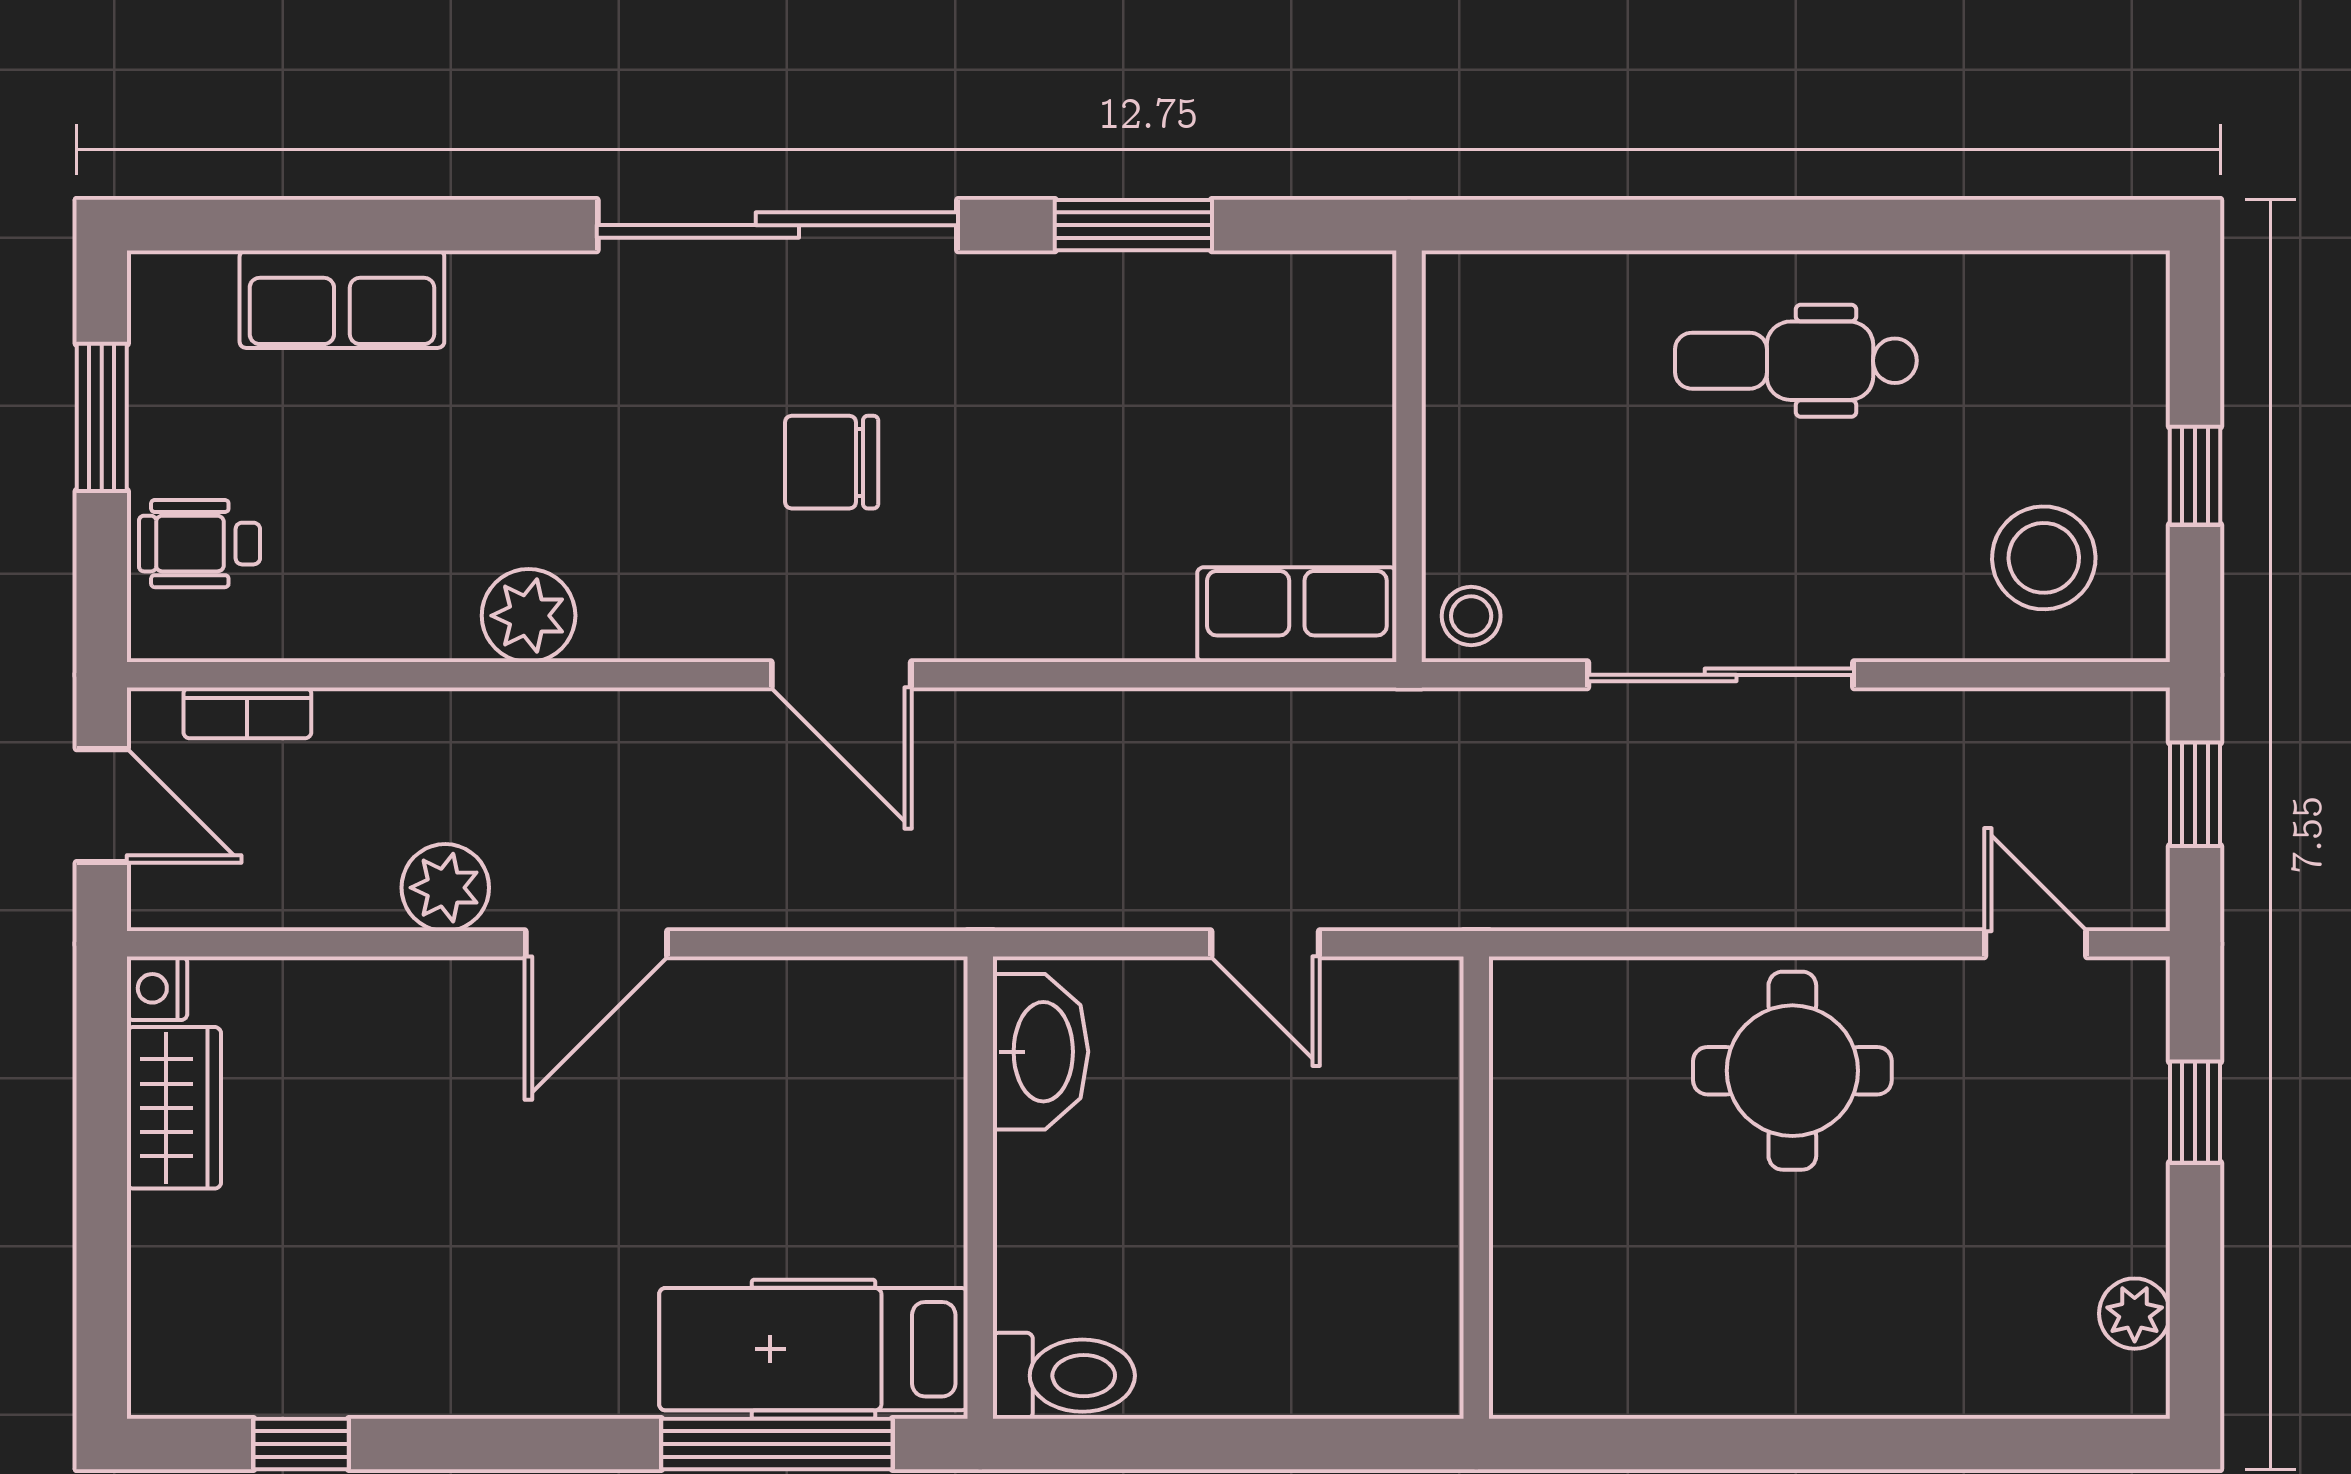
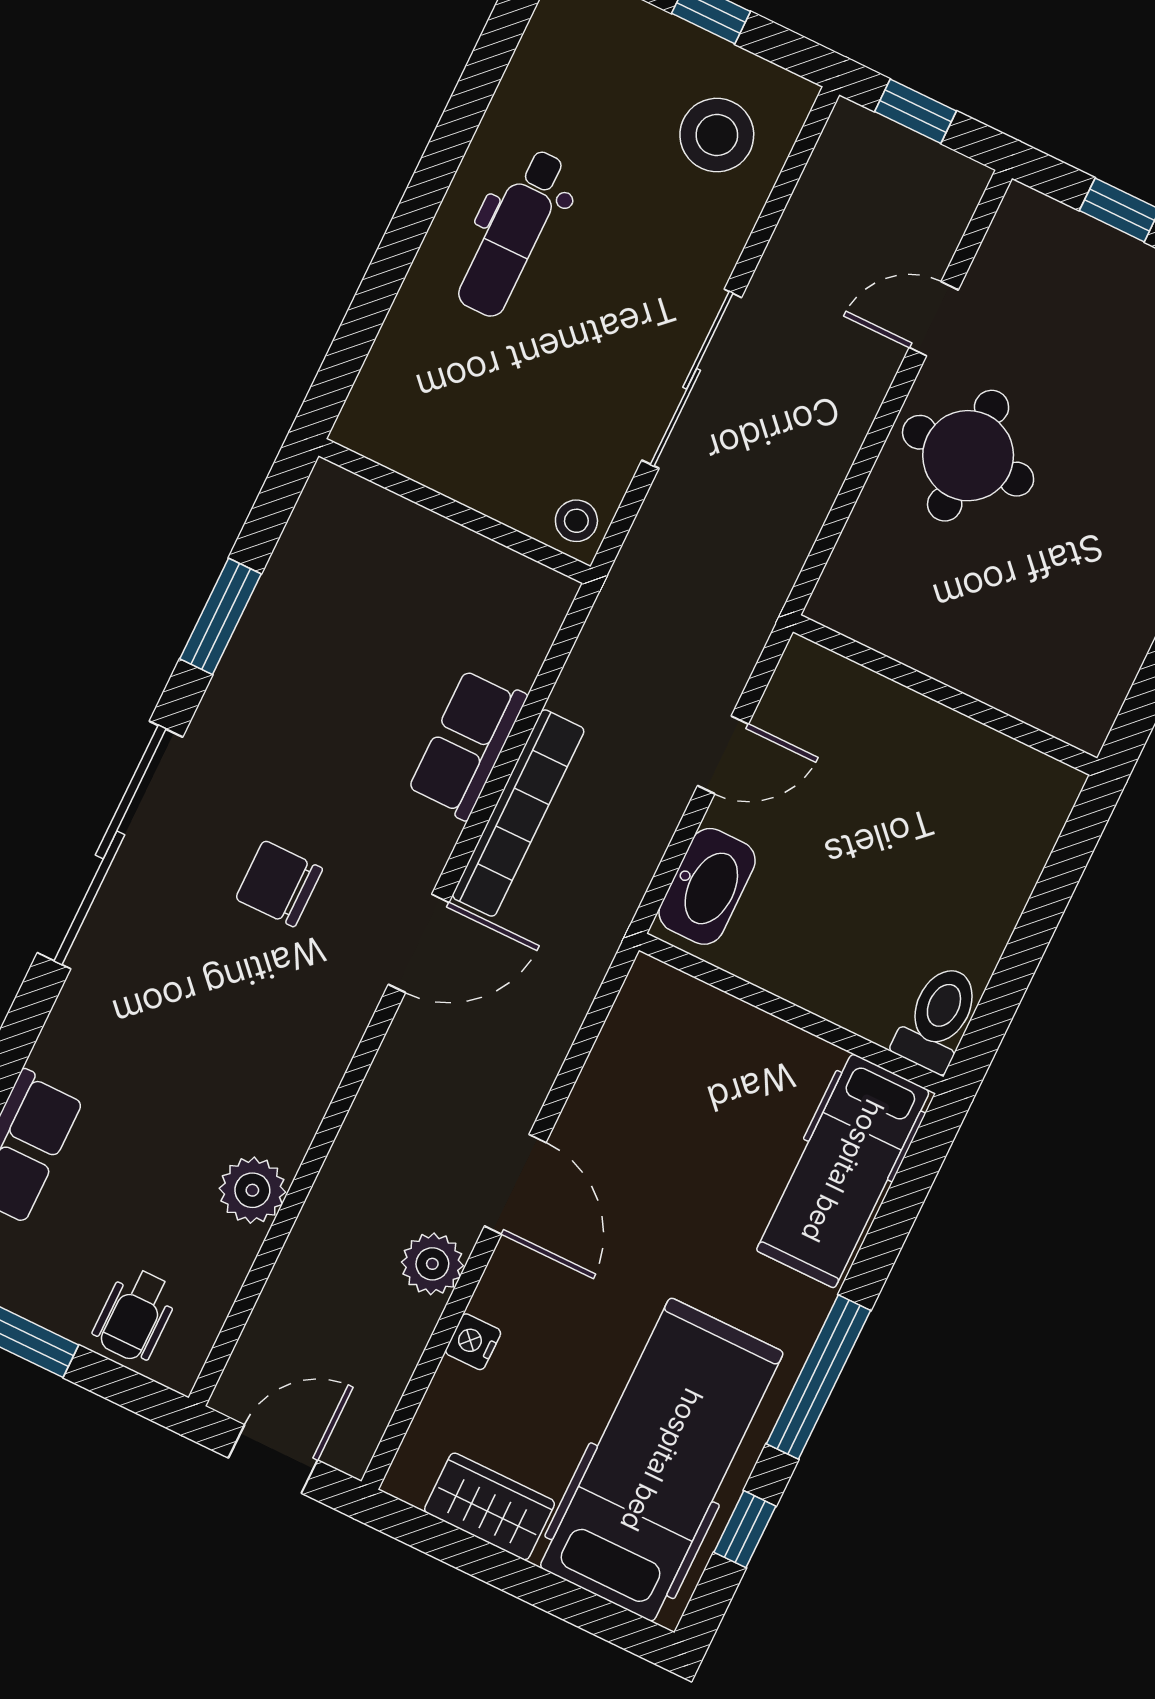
chair: (832, 462) -> (279, 884), turned 90
row of seats: (1297, 615) -> (467, 744), moved
plant: (529, 616) -> (252, 1190), moved
bookcase: (247, 713) -> (518, 813), moved, width x2.31, depth x1.31
door: (2036, 944) -> (934, 319), moved
nightstand: (157, 988) -> (473, 1342), moved, turned 90
washbasin: (1040, 1052) -> (707, 886), moved, turned 90
hospital bed: (338, 1296) -> (662, 1460), added
window: (777, 1444) -> (818, 1377), moved

